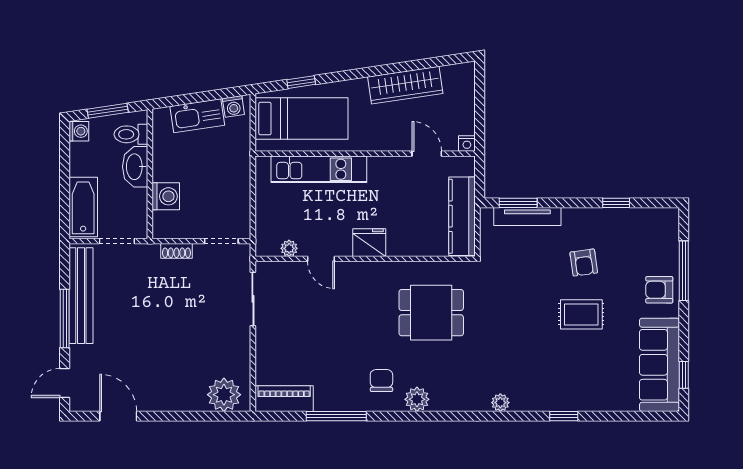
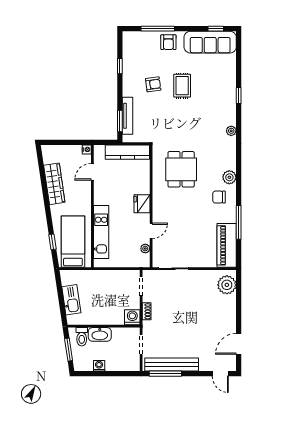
washing machine: (233, 106) -> (66, 280), removed
washing machine: (79, 131) -> (99, 366), moved
washing machine: (166, 196) -> (132, 317), moved
bathtub: (83, 207) -> (122, 363), removed
window: (65, 318) -> (165, 374), moved
piano: (284, 399) -> (227, 245), width x1.37, depth x1.33

